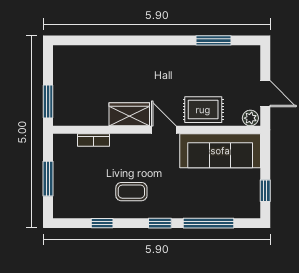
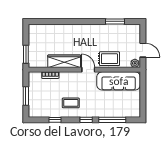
wardrobe: (129, 114) -> (64, 61), width x1.50
window: (265, 191) -> (143, 102), removed

